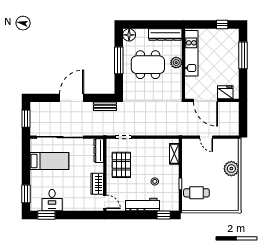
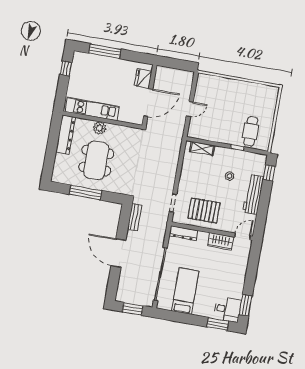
floor lamp: (129, 35) -> (59, 176), removed
plant: (231, 169) -> (230, 87), removed
desk: (52, 200) -> (227, 309), moved

